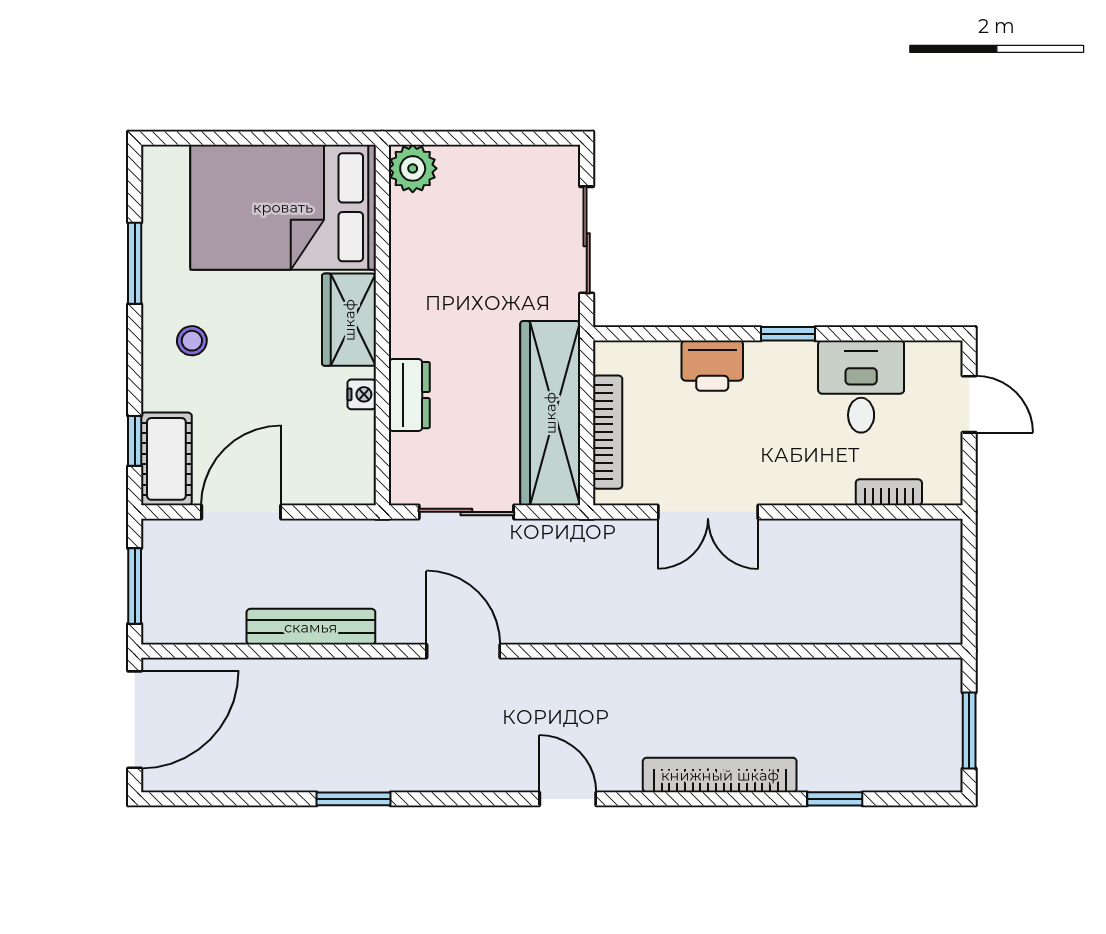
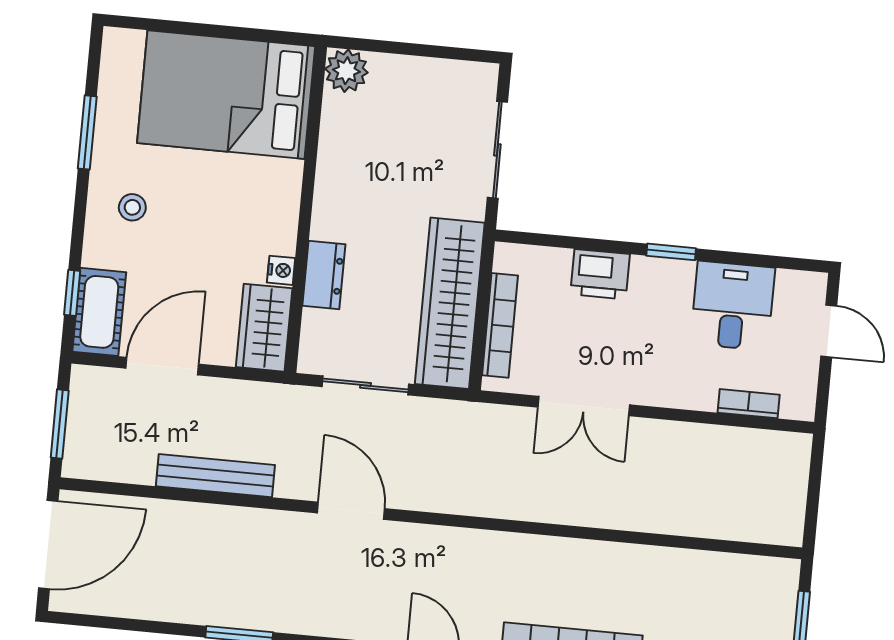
wardrobe: (349, 320) -> (264, 328), moved

